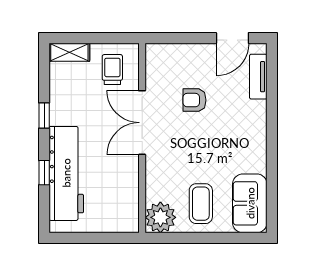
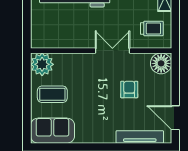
floor lamp: (159, 57) -> (161, 63), added
tv unit: (258, 77) -> (140, 137), width x1.41
double door: (142, 123) -> (112, 51), width x0.73

